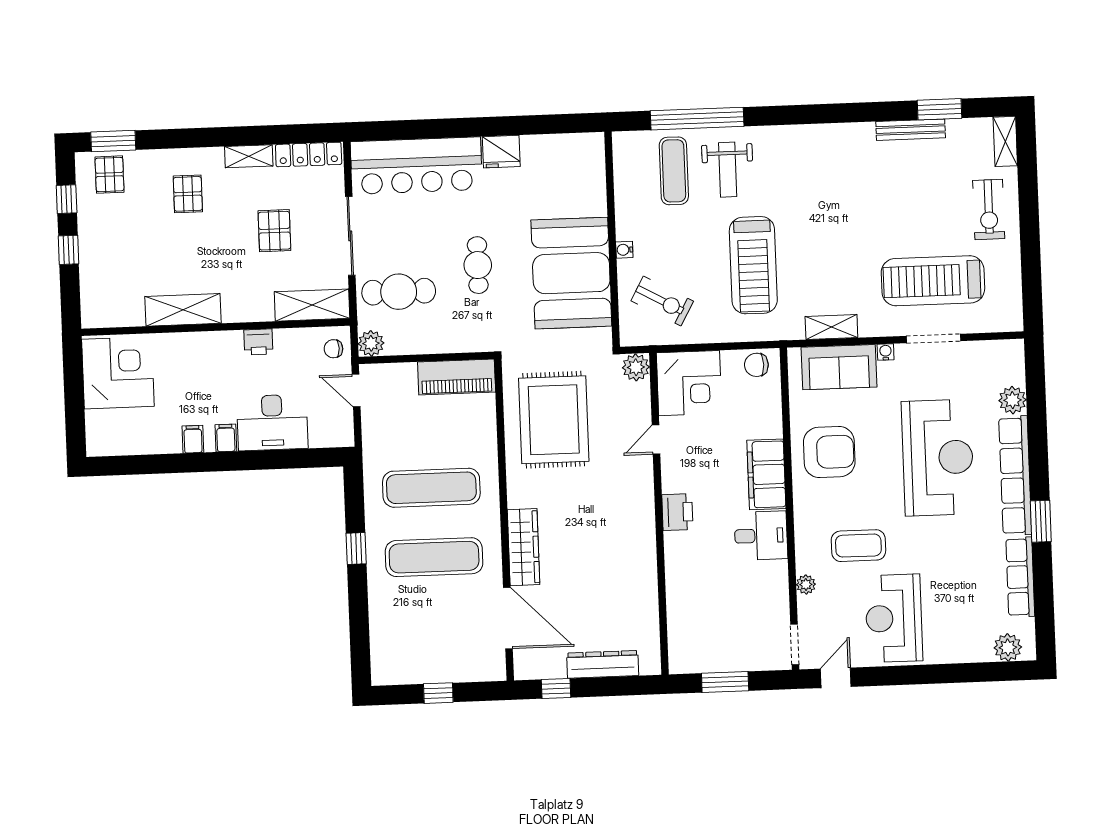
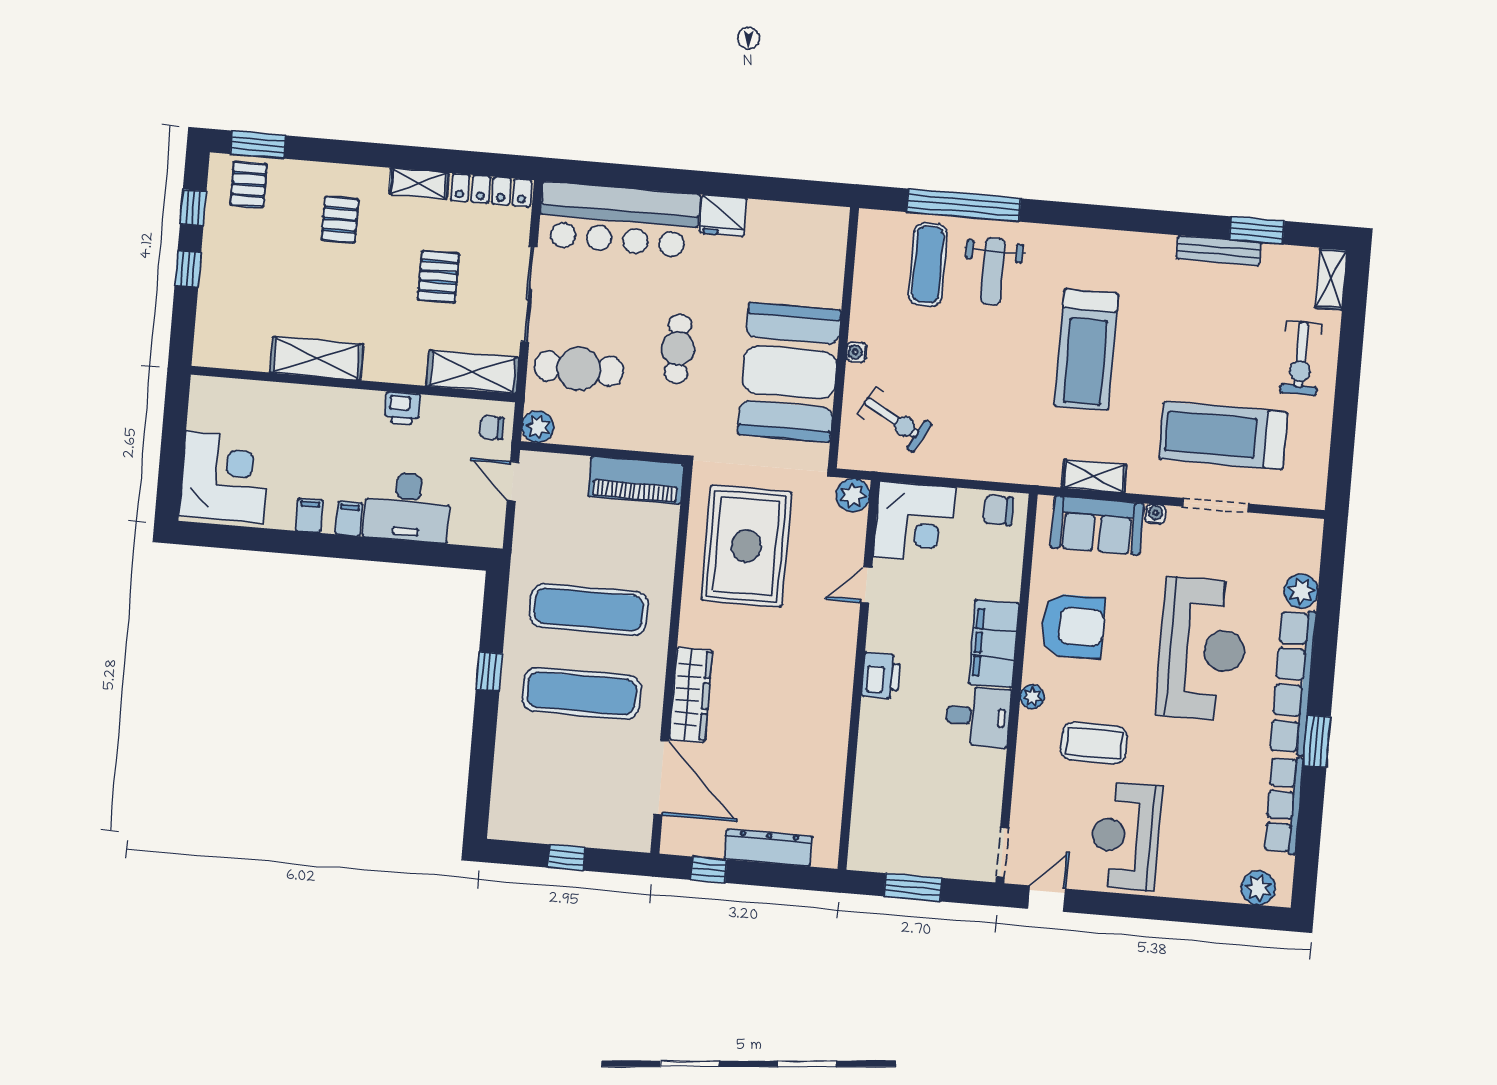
treadmill: (753, 265) -> (1086, 350), moved
corner desk: (118, 373) -> (224, 477), moved
plant: (806, 585) -> (1032, 697), moved

